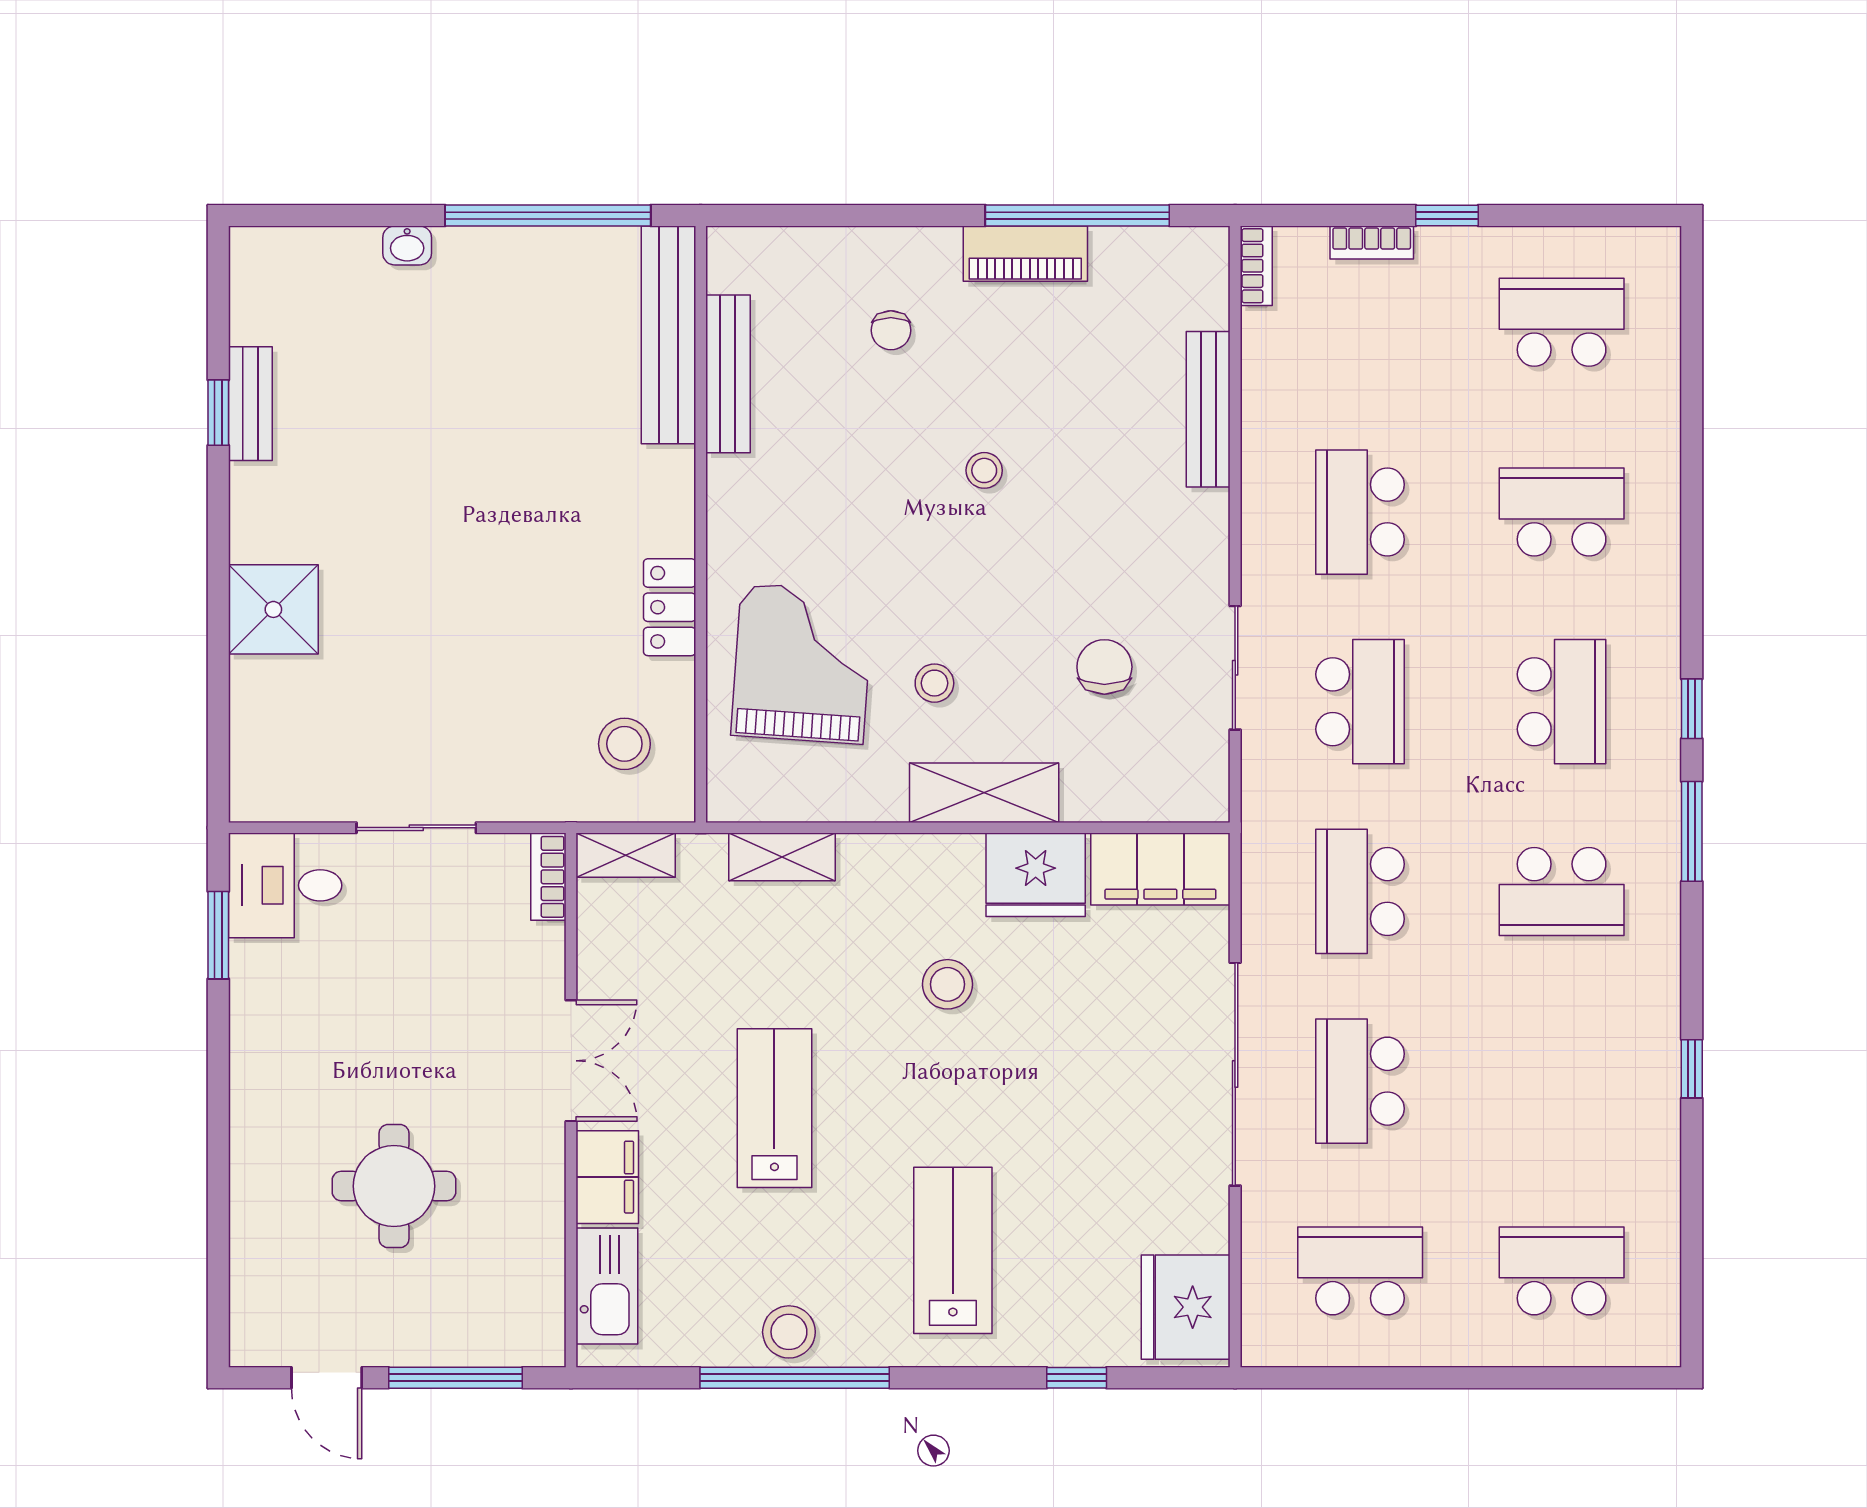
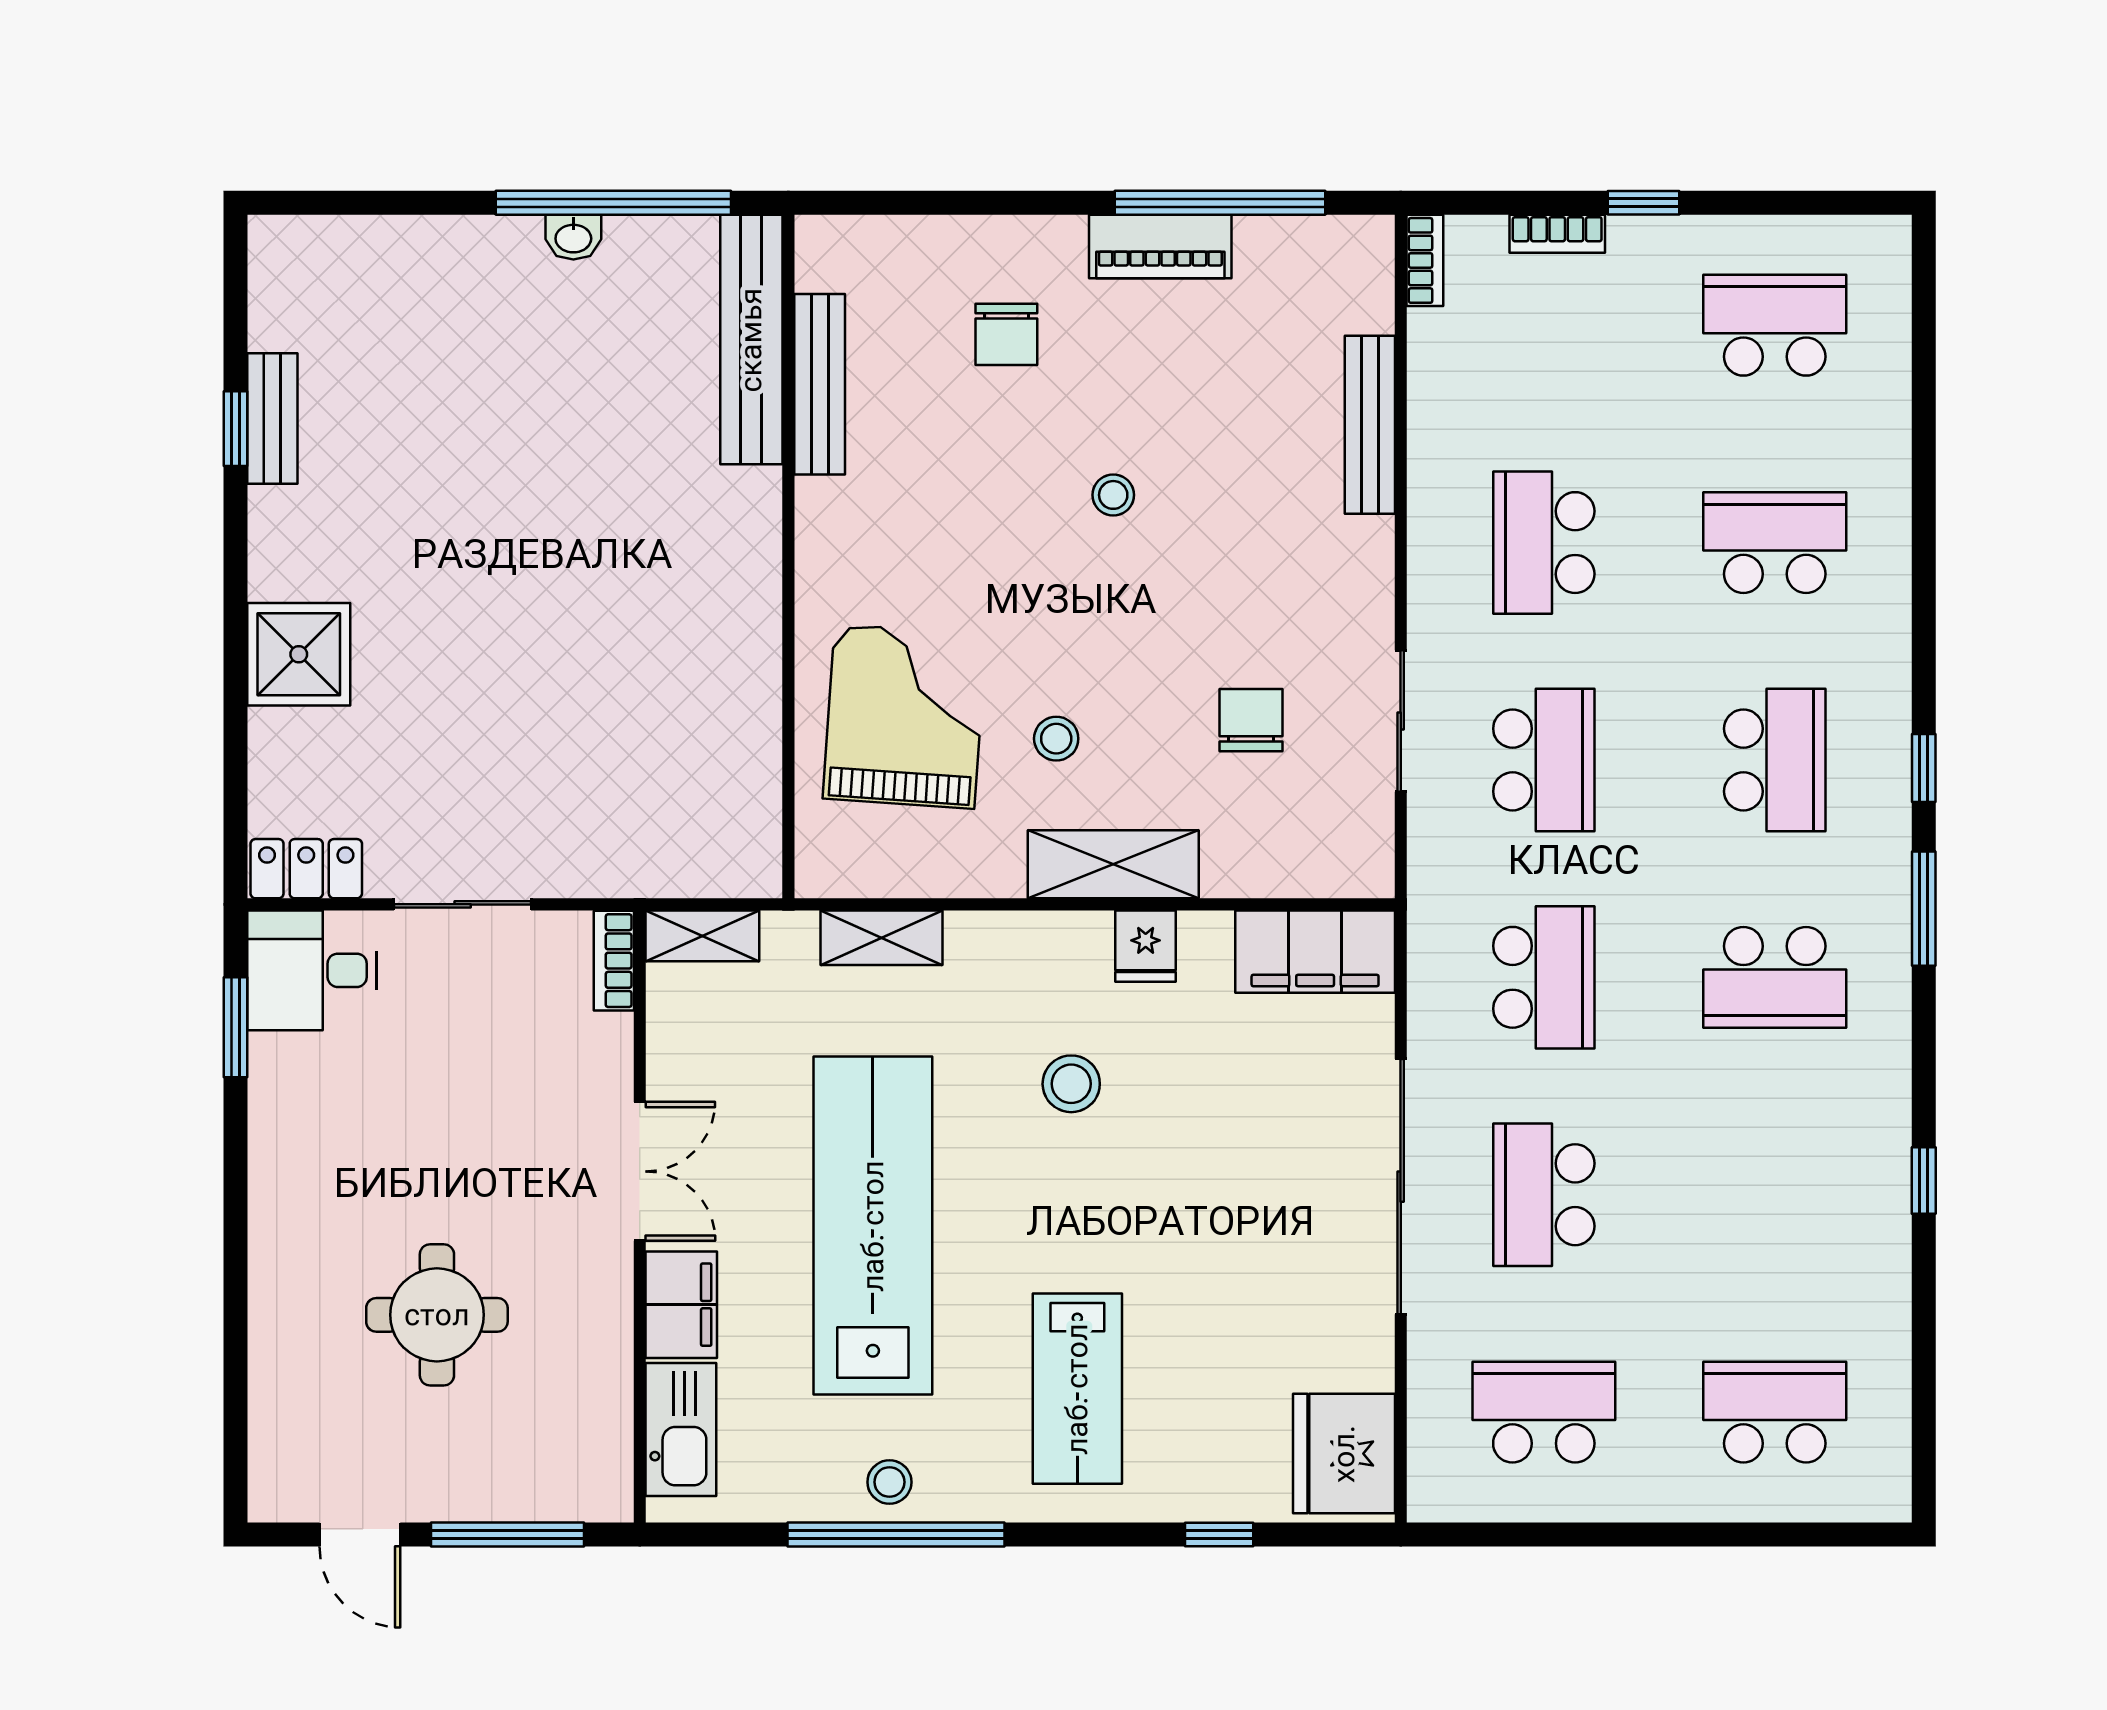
washbasin: (407, 245) -> (573, 237), moved
chair: (891, 330) -> (1006, 334), width x1.37, depth x1.37
locker: (670, 607) -> (306, 869), moved, turned 90
stool: (624, 744) -> (701, 808), removed
fridge: (1036, 875) -> (1146, 946), width x0.53, depth x0.75
school desk: (1360, 891) -> (1544, 977), turned 180
lab bench: (774, 1108) -> (873, 1226), width x1.86, depth x1.39
lab bench: (953, 1250) -> (1077, 1389), turned 180
stool: (789, 1332) -> (889, 1482), width x0.73, depth x0.73

